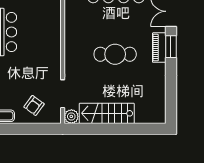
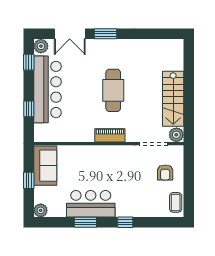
piano: (159, 48) -> (110, 135), moved, turned 180
armchair: (34, 105) -> (165, 173), turned 54

